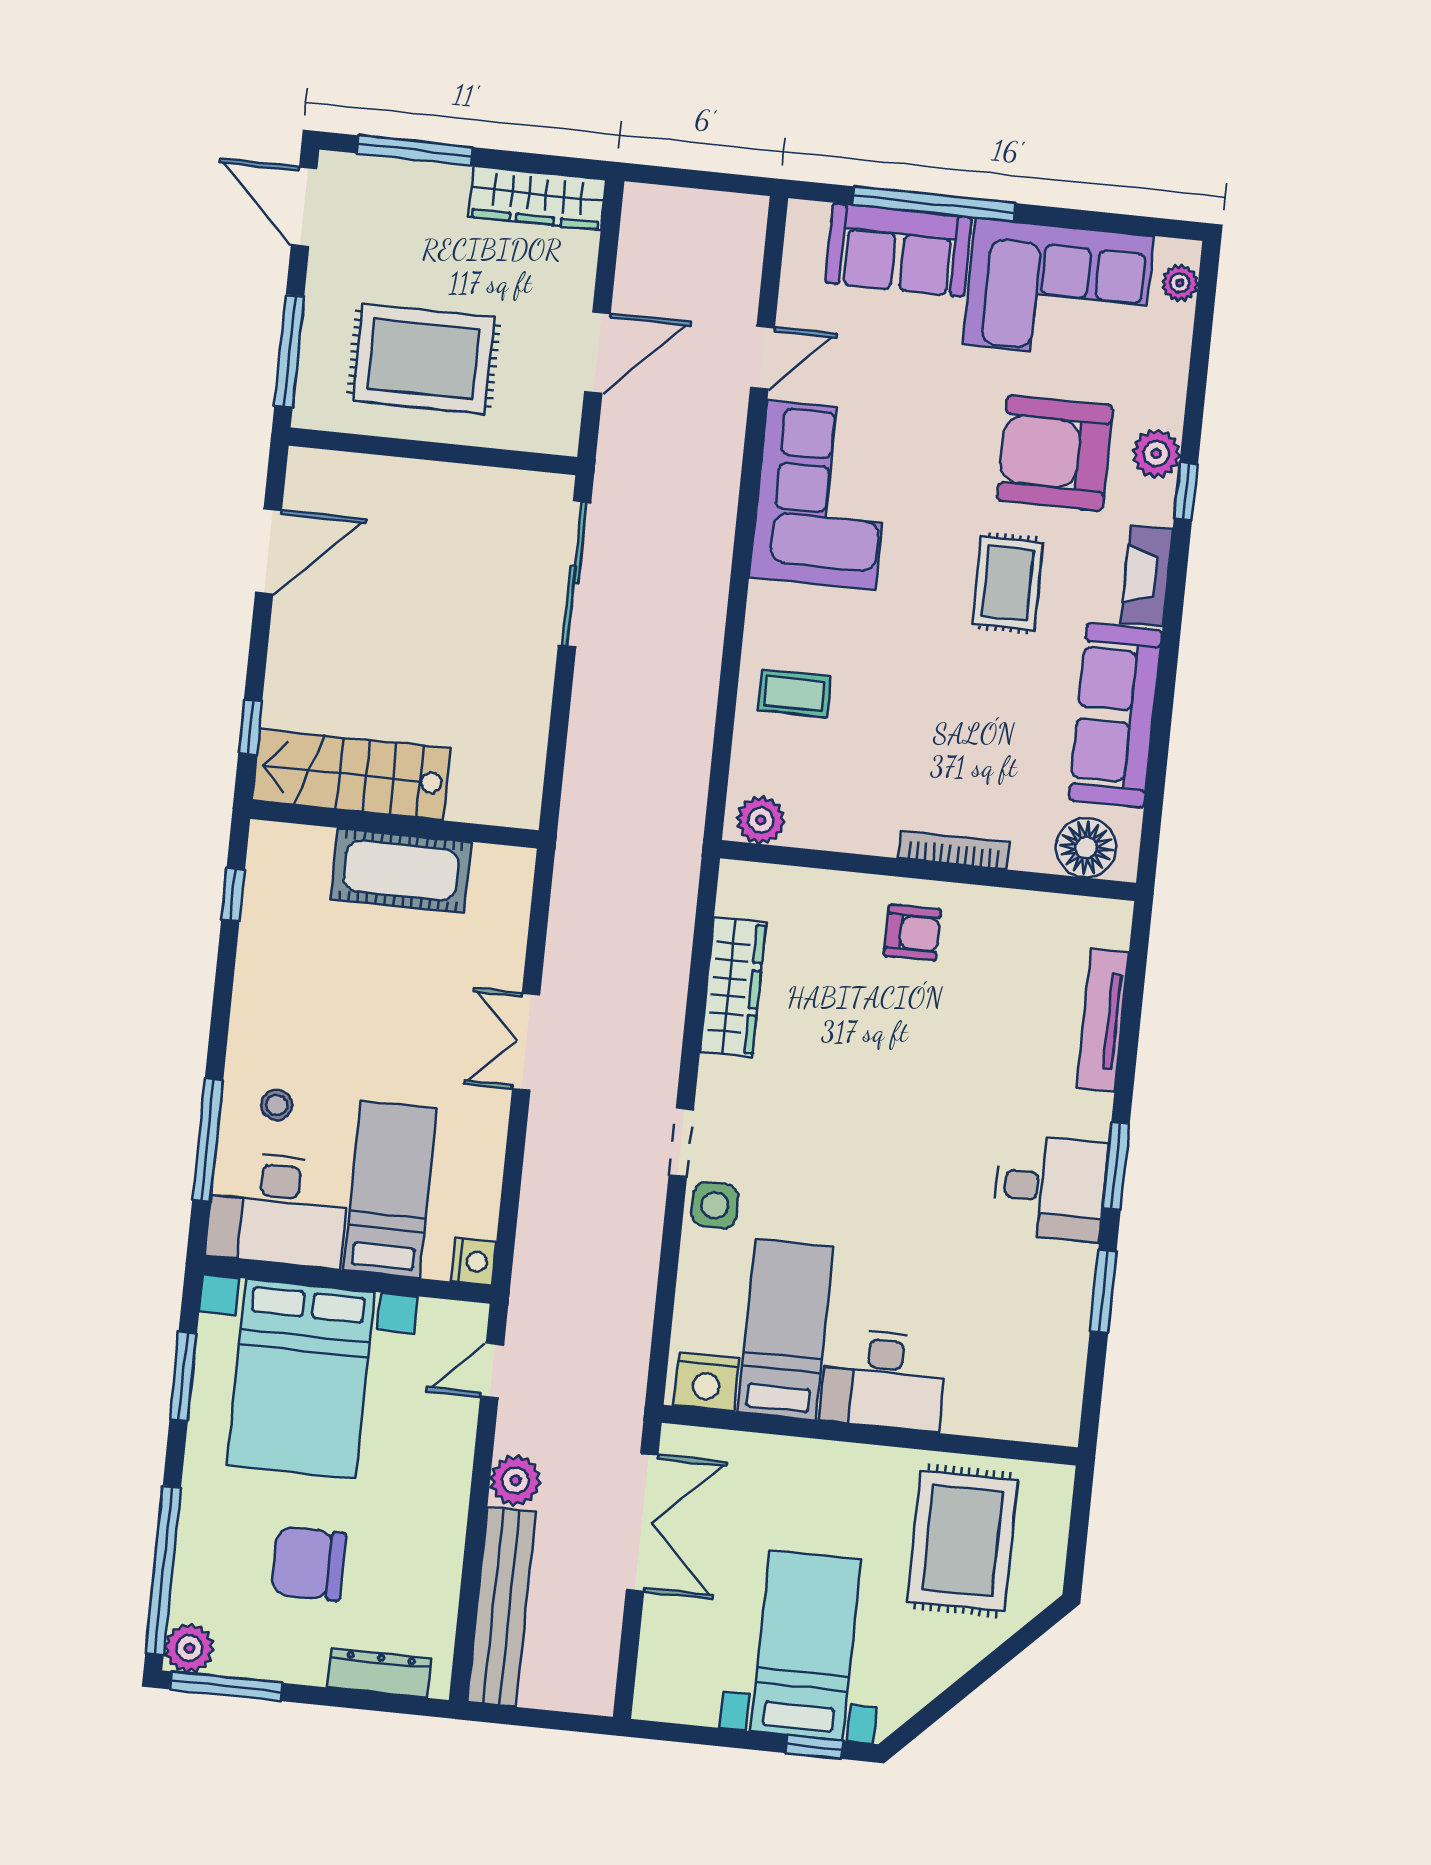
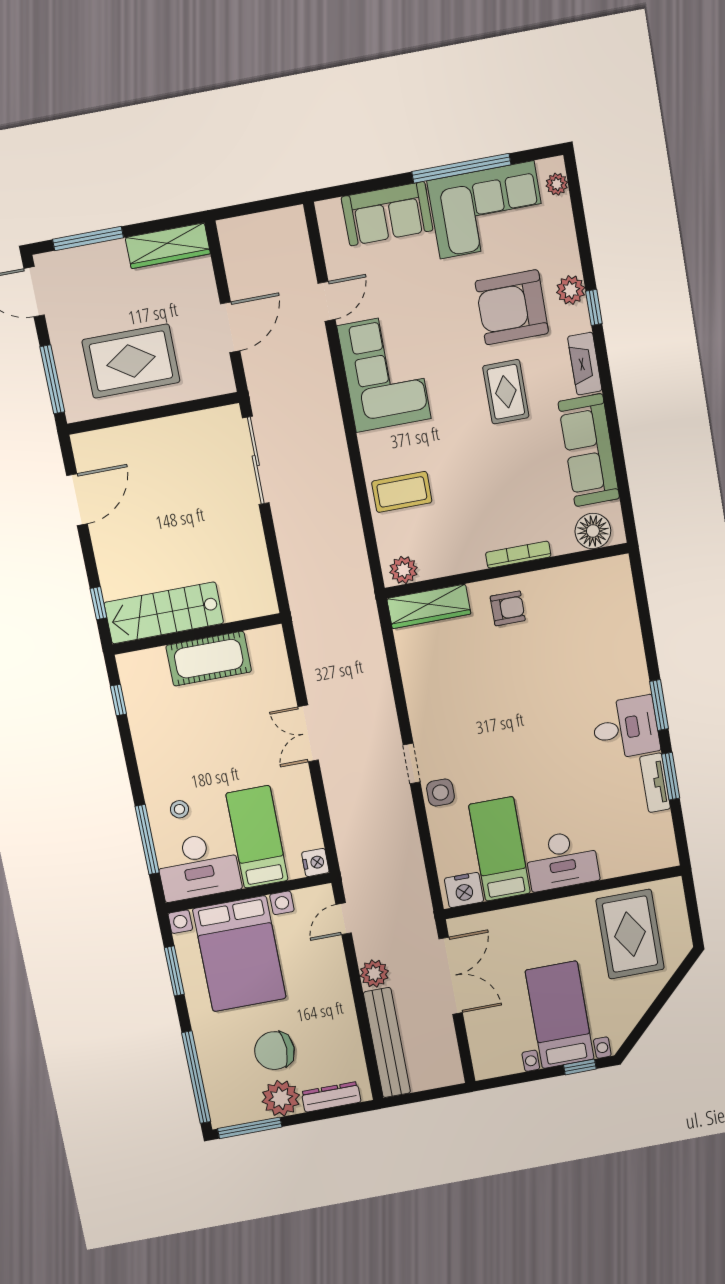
window: (934, 204) -> (461, 168), moved
coffee table: (795, 693) -> (402, 492), width x1.36, depth x1.30
wardrobe: (733, 987) -> (429, 606), moved, turned 90
tv unit: (1103, 1020) -> (655, 783), moved, width x0.71
plant: (189, 1648) -> (281, 1098), moved, width x1.36, depth x1.36

